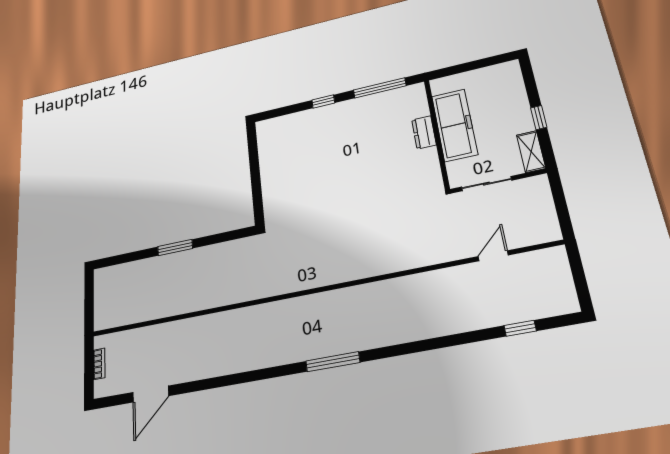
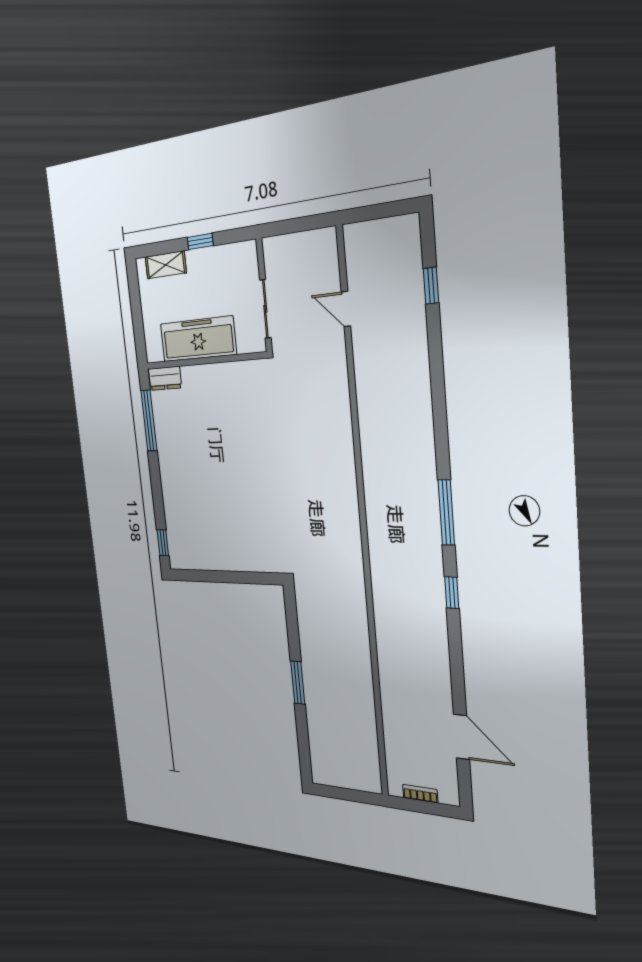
window: (323, 101) -> (163, 543), moved
dresser: (424, 132) -> (165, 378), moved
shelving: (531, 152) -> (166, 265), moved
window: (267, 373) -> (452, 593), added

